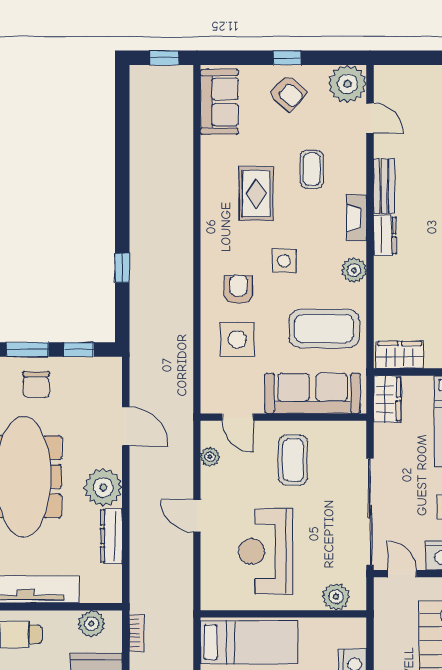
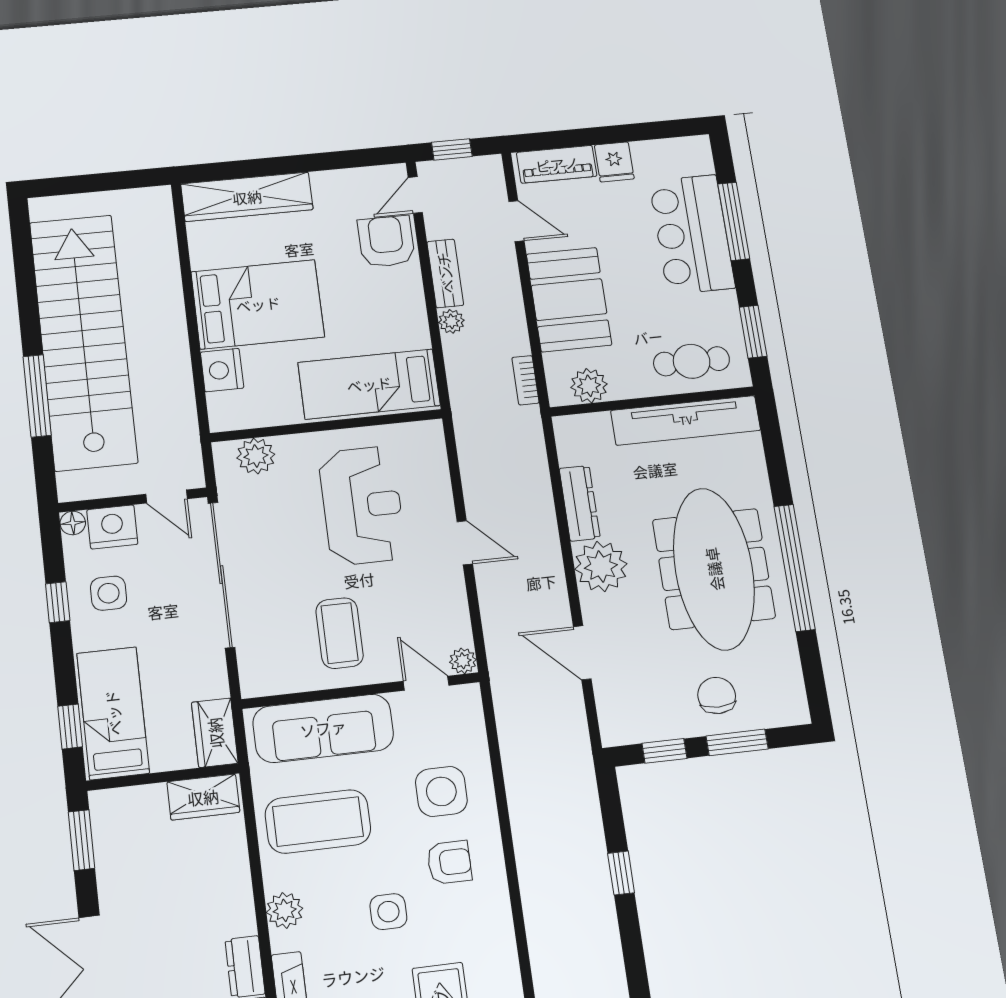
armchair: (238, 289) -> (449, 862), turned -90
plant: (210, 457) -> (463, 661), moved

